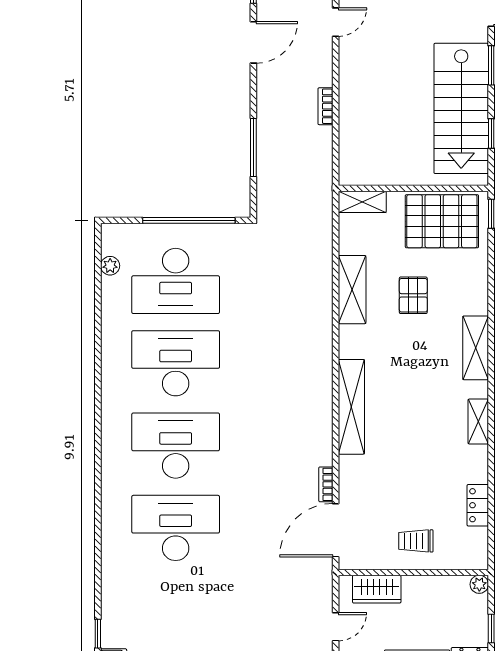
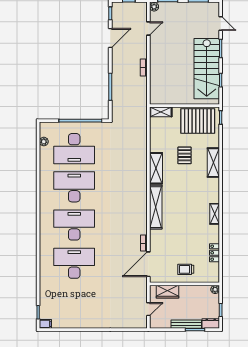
shelving: (352, 290) -> (156, 168), moved
shelving: (476, 348) -> (213, 163), moved

